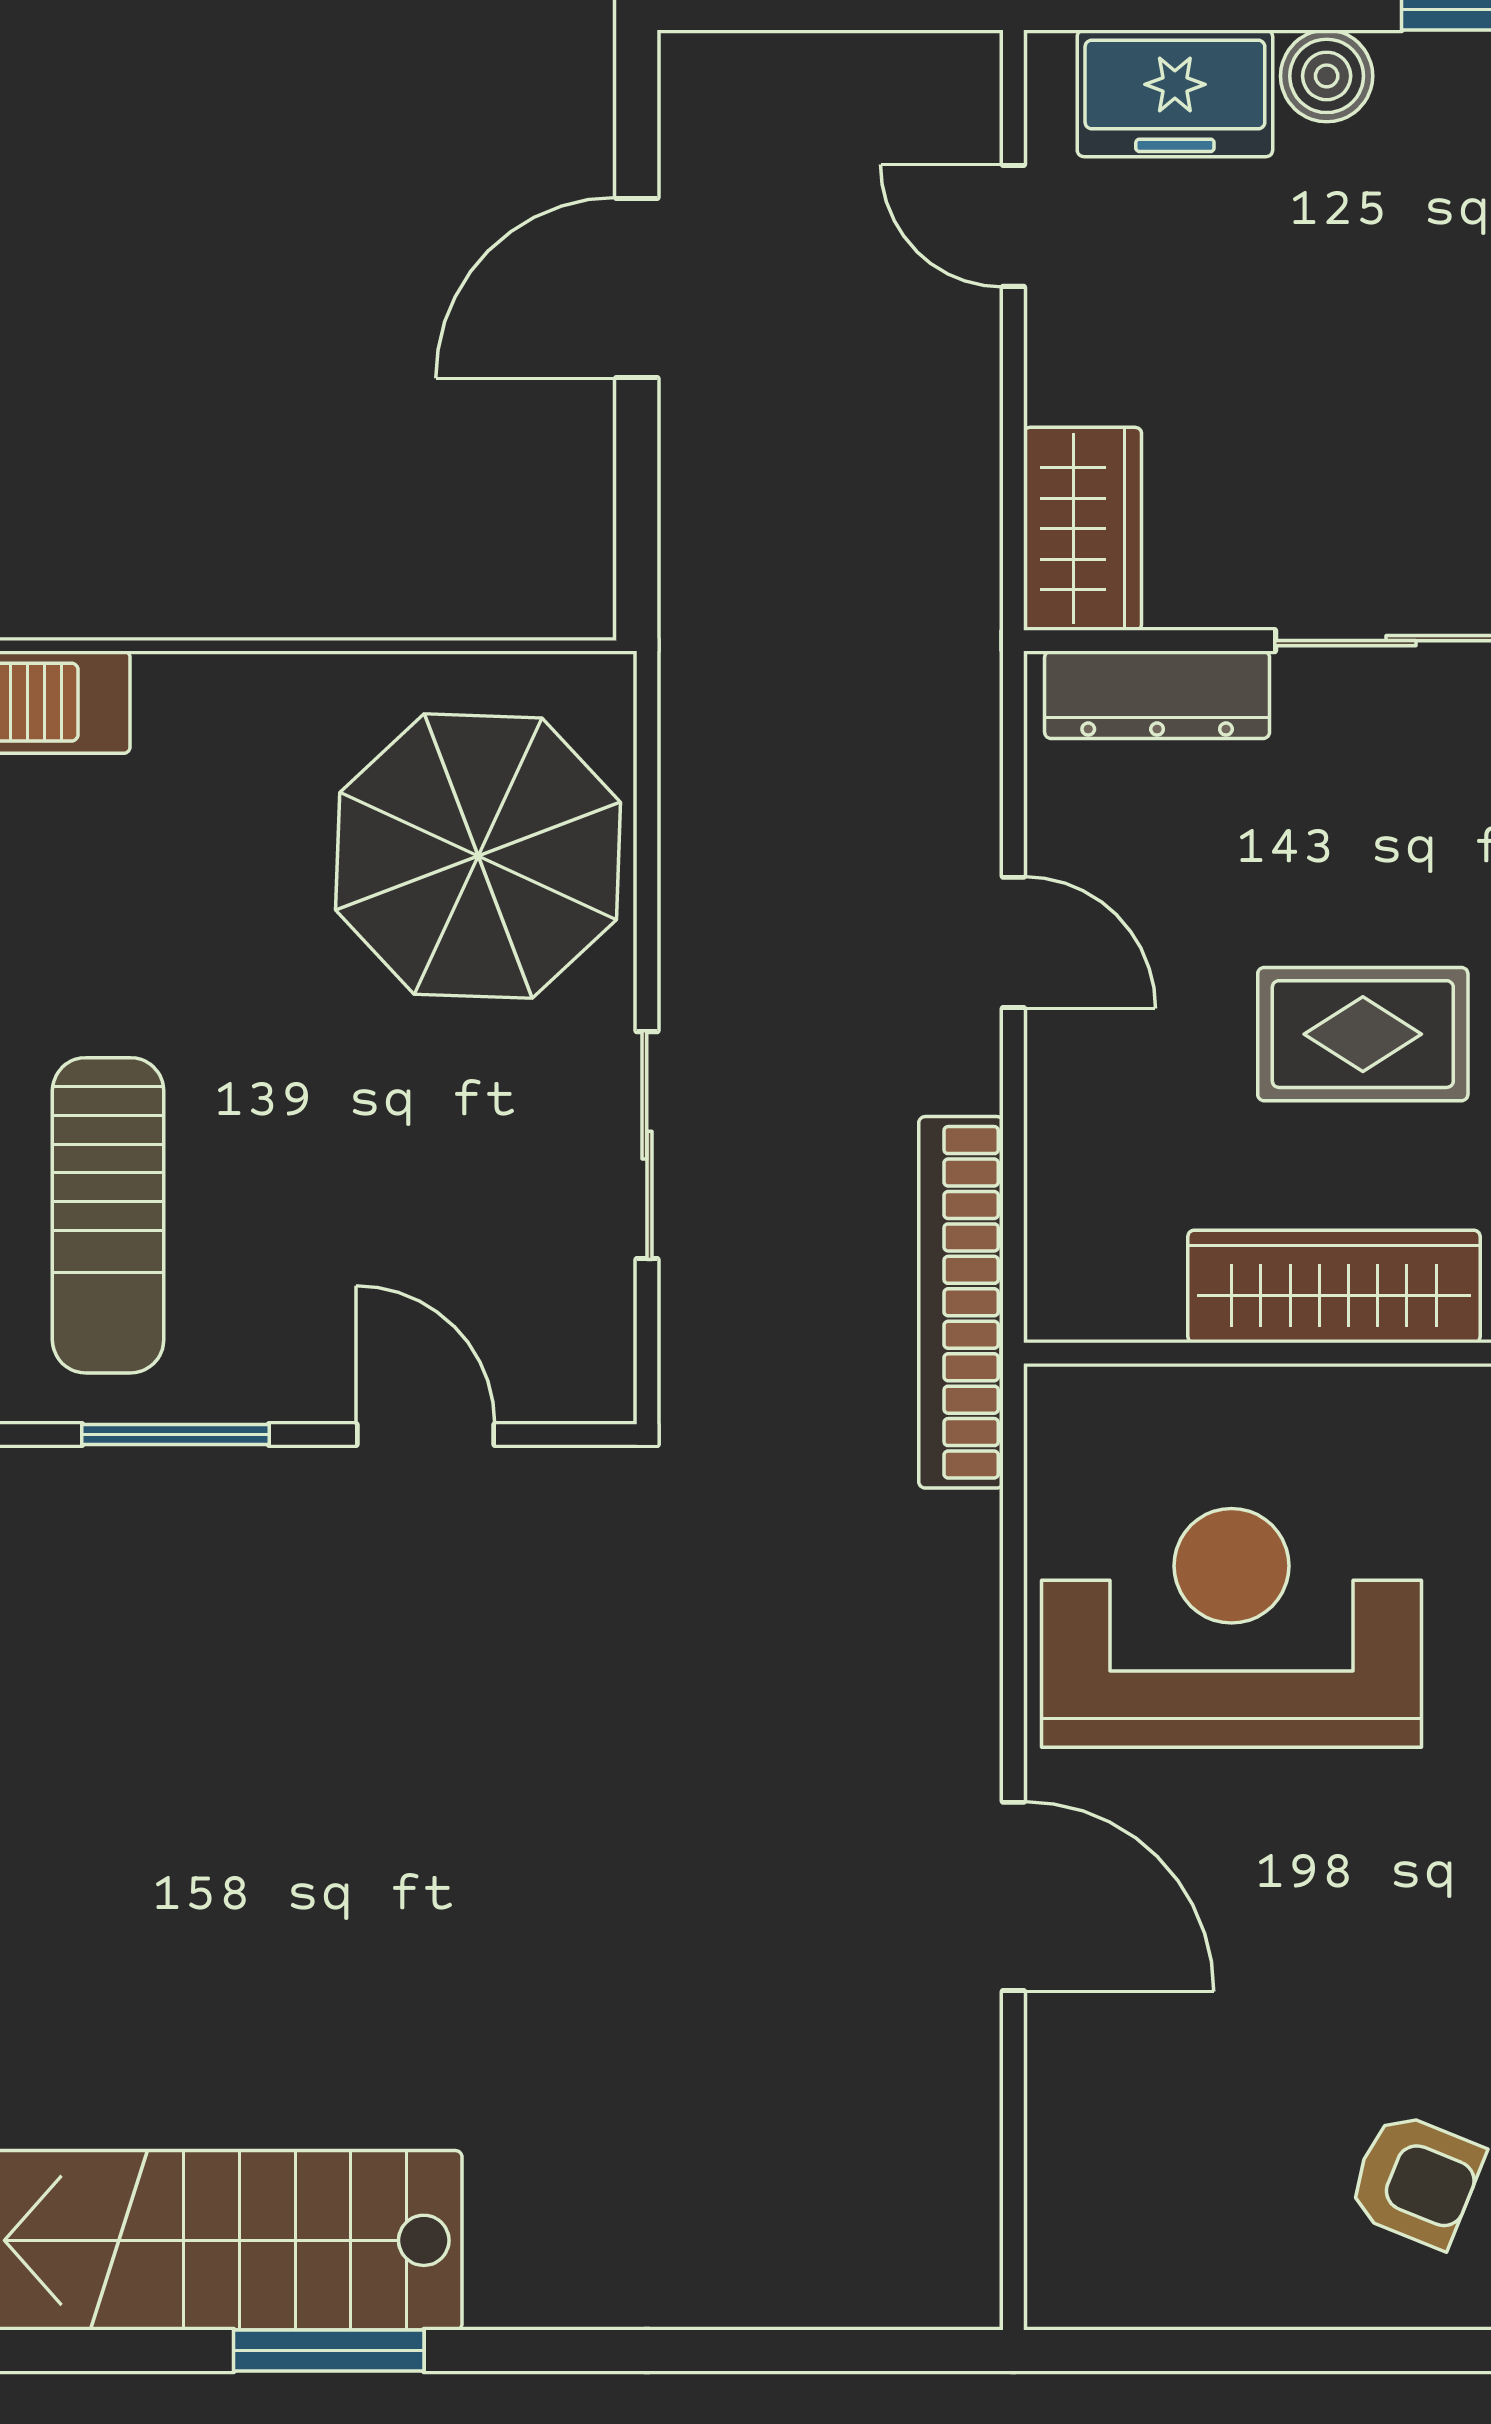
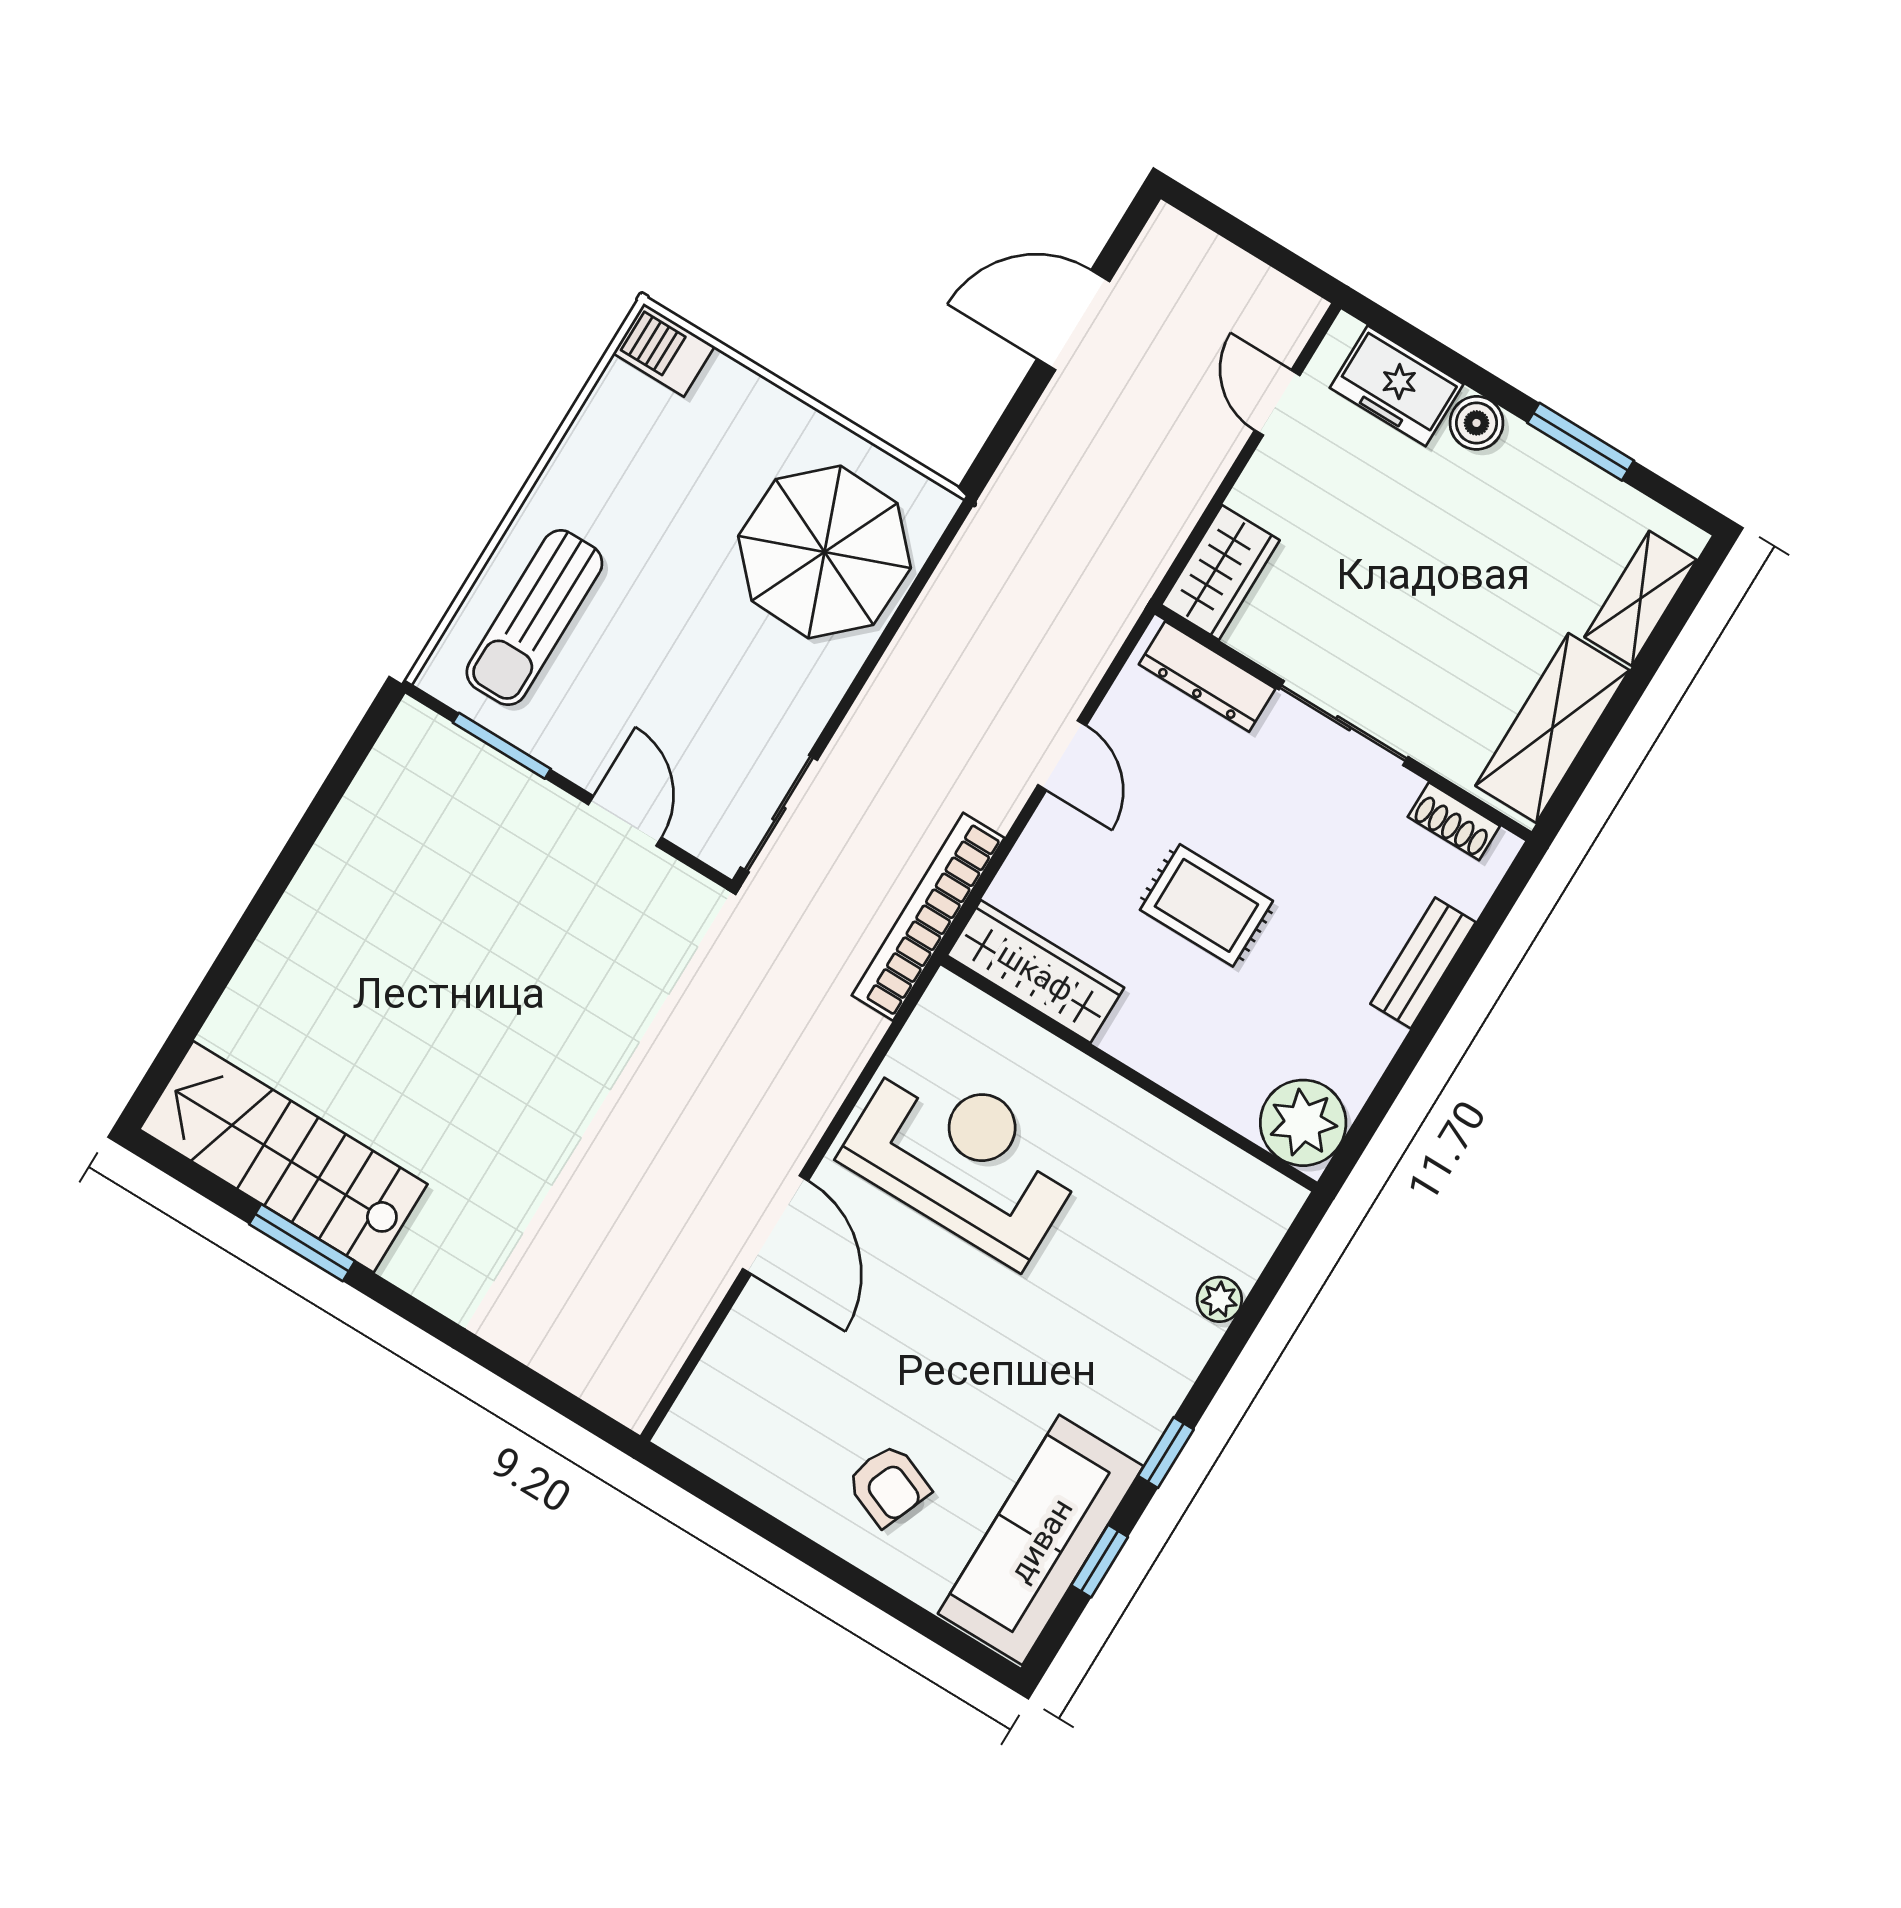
sliding door: (647, 1145) -> (779, 814), moved
wardrobe: (1334, 1286) -> (1036, 972), moved

